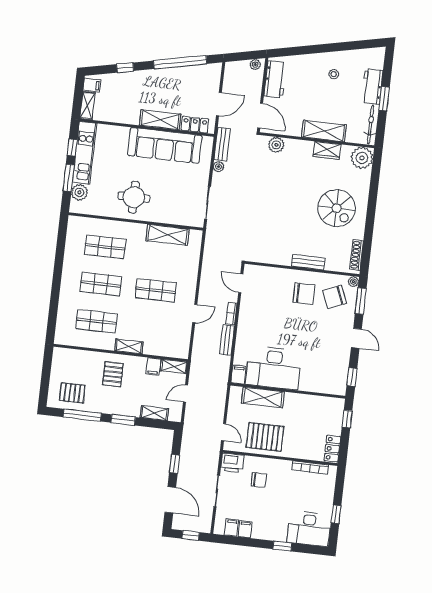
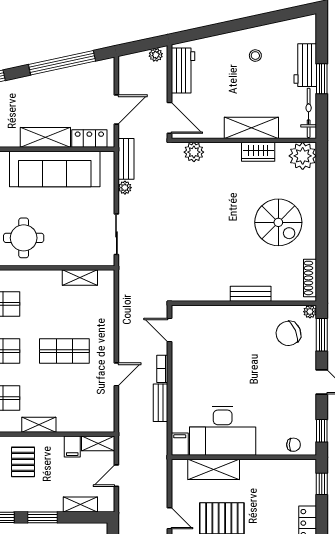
shelving: (168, 235) -> (80, 277), width x0.67, depth x0.75
chair: (304, 294) -> (294, 445), moved, width x0.54, depth x0.54

